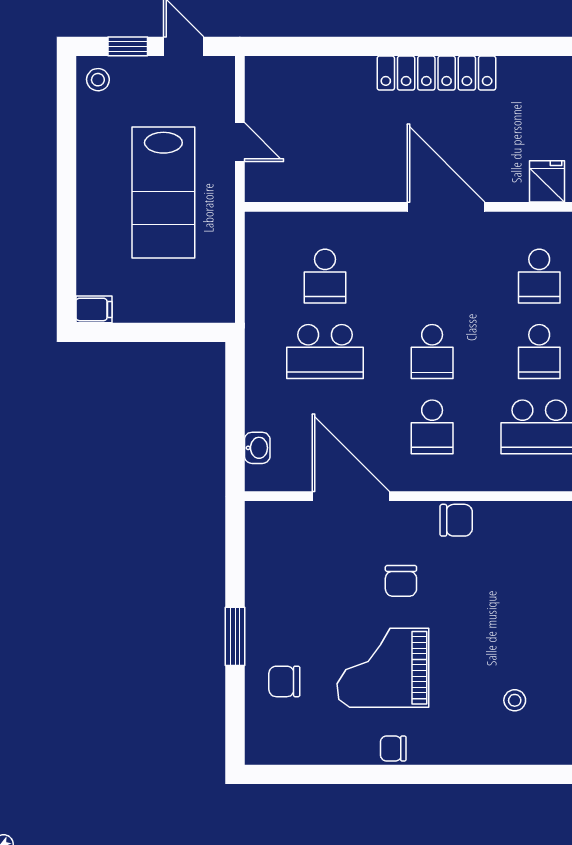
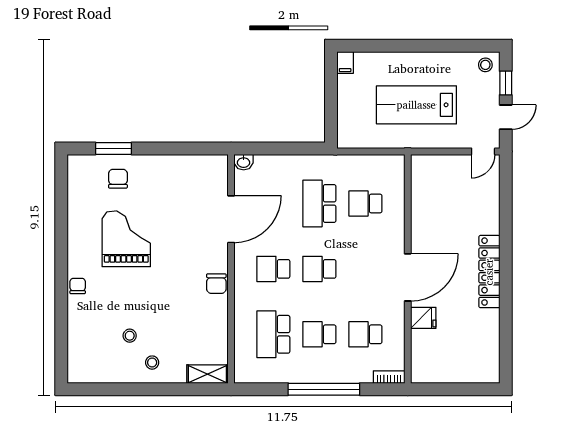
door: (240, 142) -> (483, 151), moved
fridge: (547, 181) -> (423, 318), moved
washbasin: (257, 448) -> (244, 162), moved
chair: (401, 581) -> (179, 250), removed
window: (235, 636) -> (113, 149), moved
stool: (515, 700) -> (130, 336), moved
chair: (393, 748) -> (78, 286), moved

